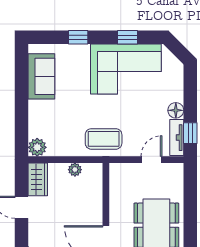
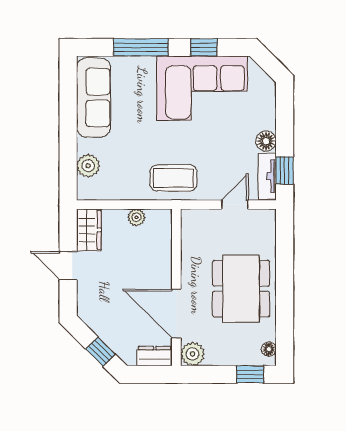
window: (78, 37) -> (141, 47), width x2.17
sofa: (41, 76) -> (93, 98), width x1.36
plant: (37, 147) -> (88, 166), moved

